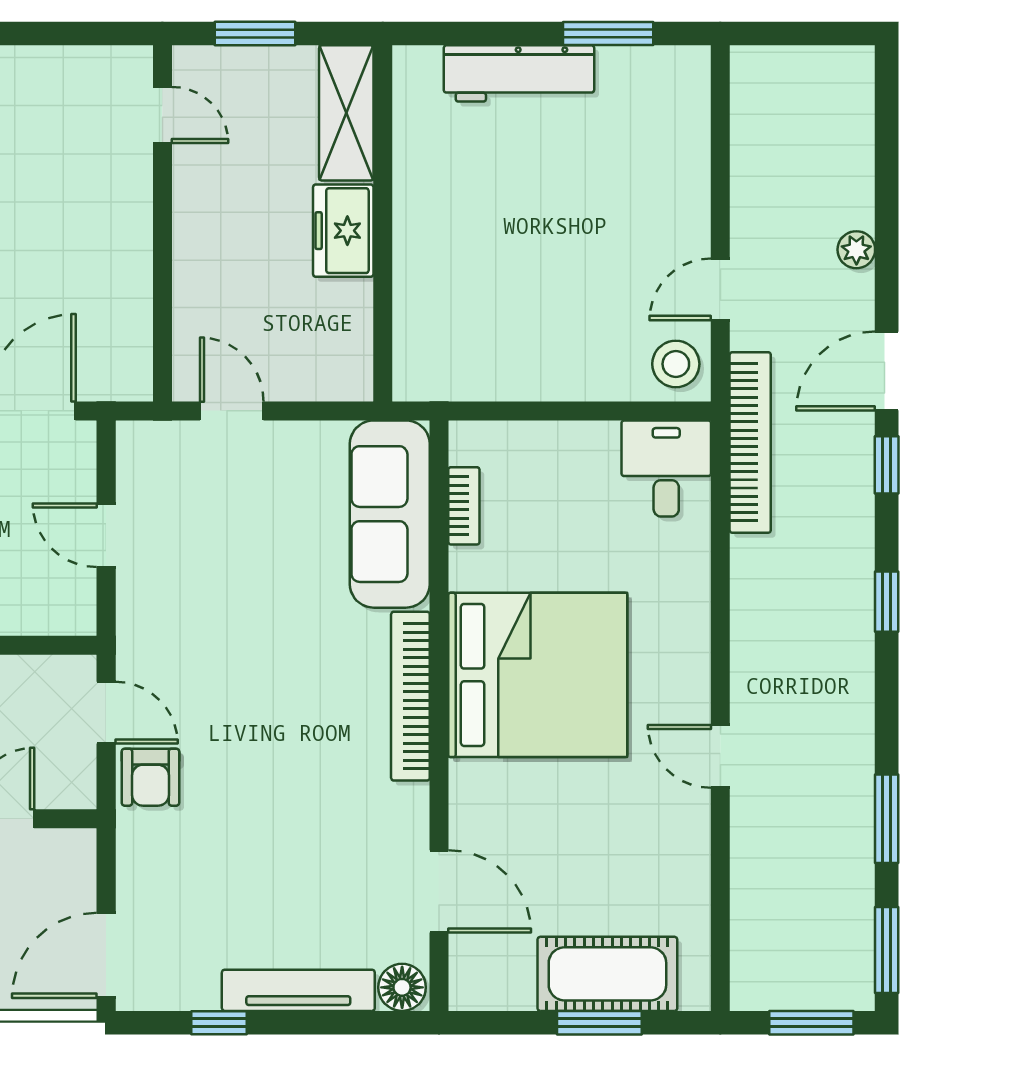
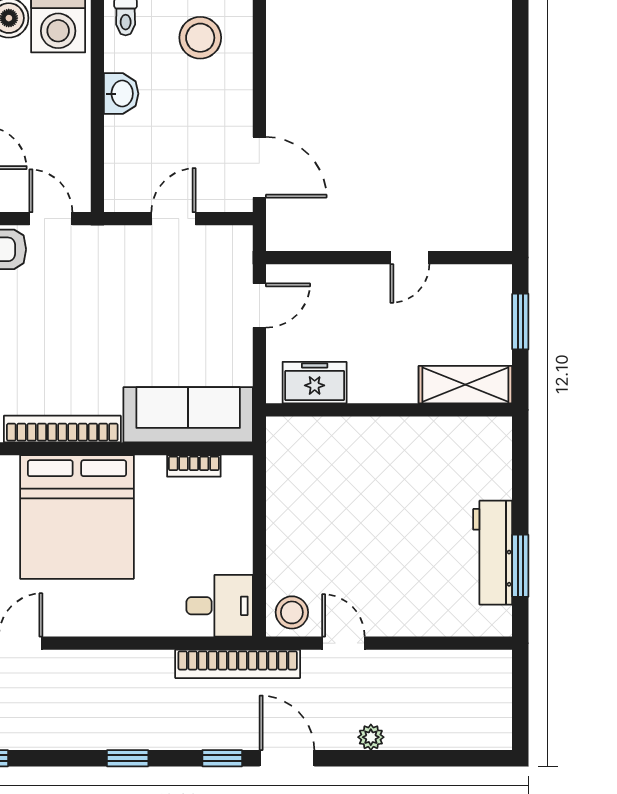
workbench: (519, 73) -> (493, 553), moved
door: (162, 115) -> (410, 258), moved
freezer: (343, 231) -> (315, 383), moved
door: (106, 713) -> (51, 219), swing flipped

